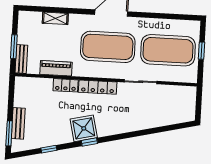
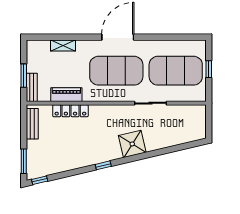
locker: (66, 85) -> (70, 111), width x1.53
locker: (98, 87) -> (109, 111), removed
bench: (18, 123) -> (32, 124), moved
shower: (84, 128) -> (132, 144), moved
window: (49, 149) -> (40, 180), moved

